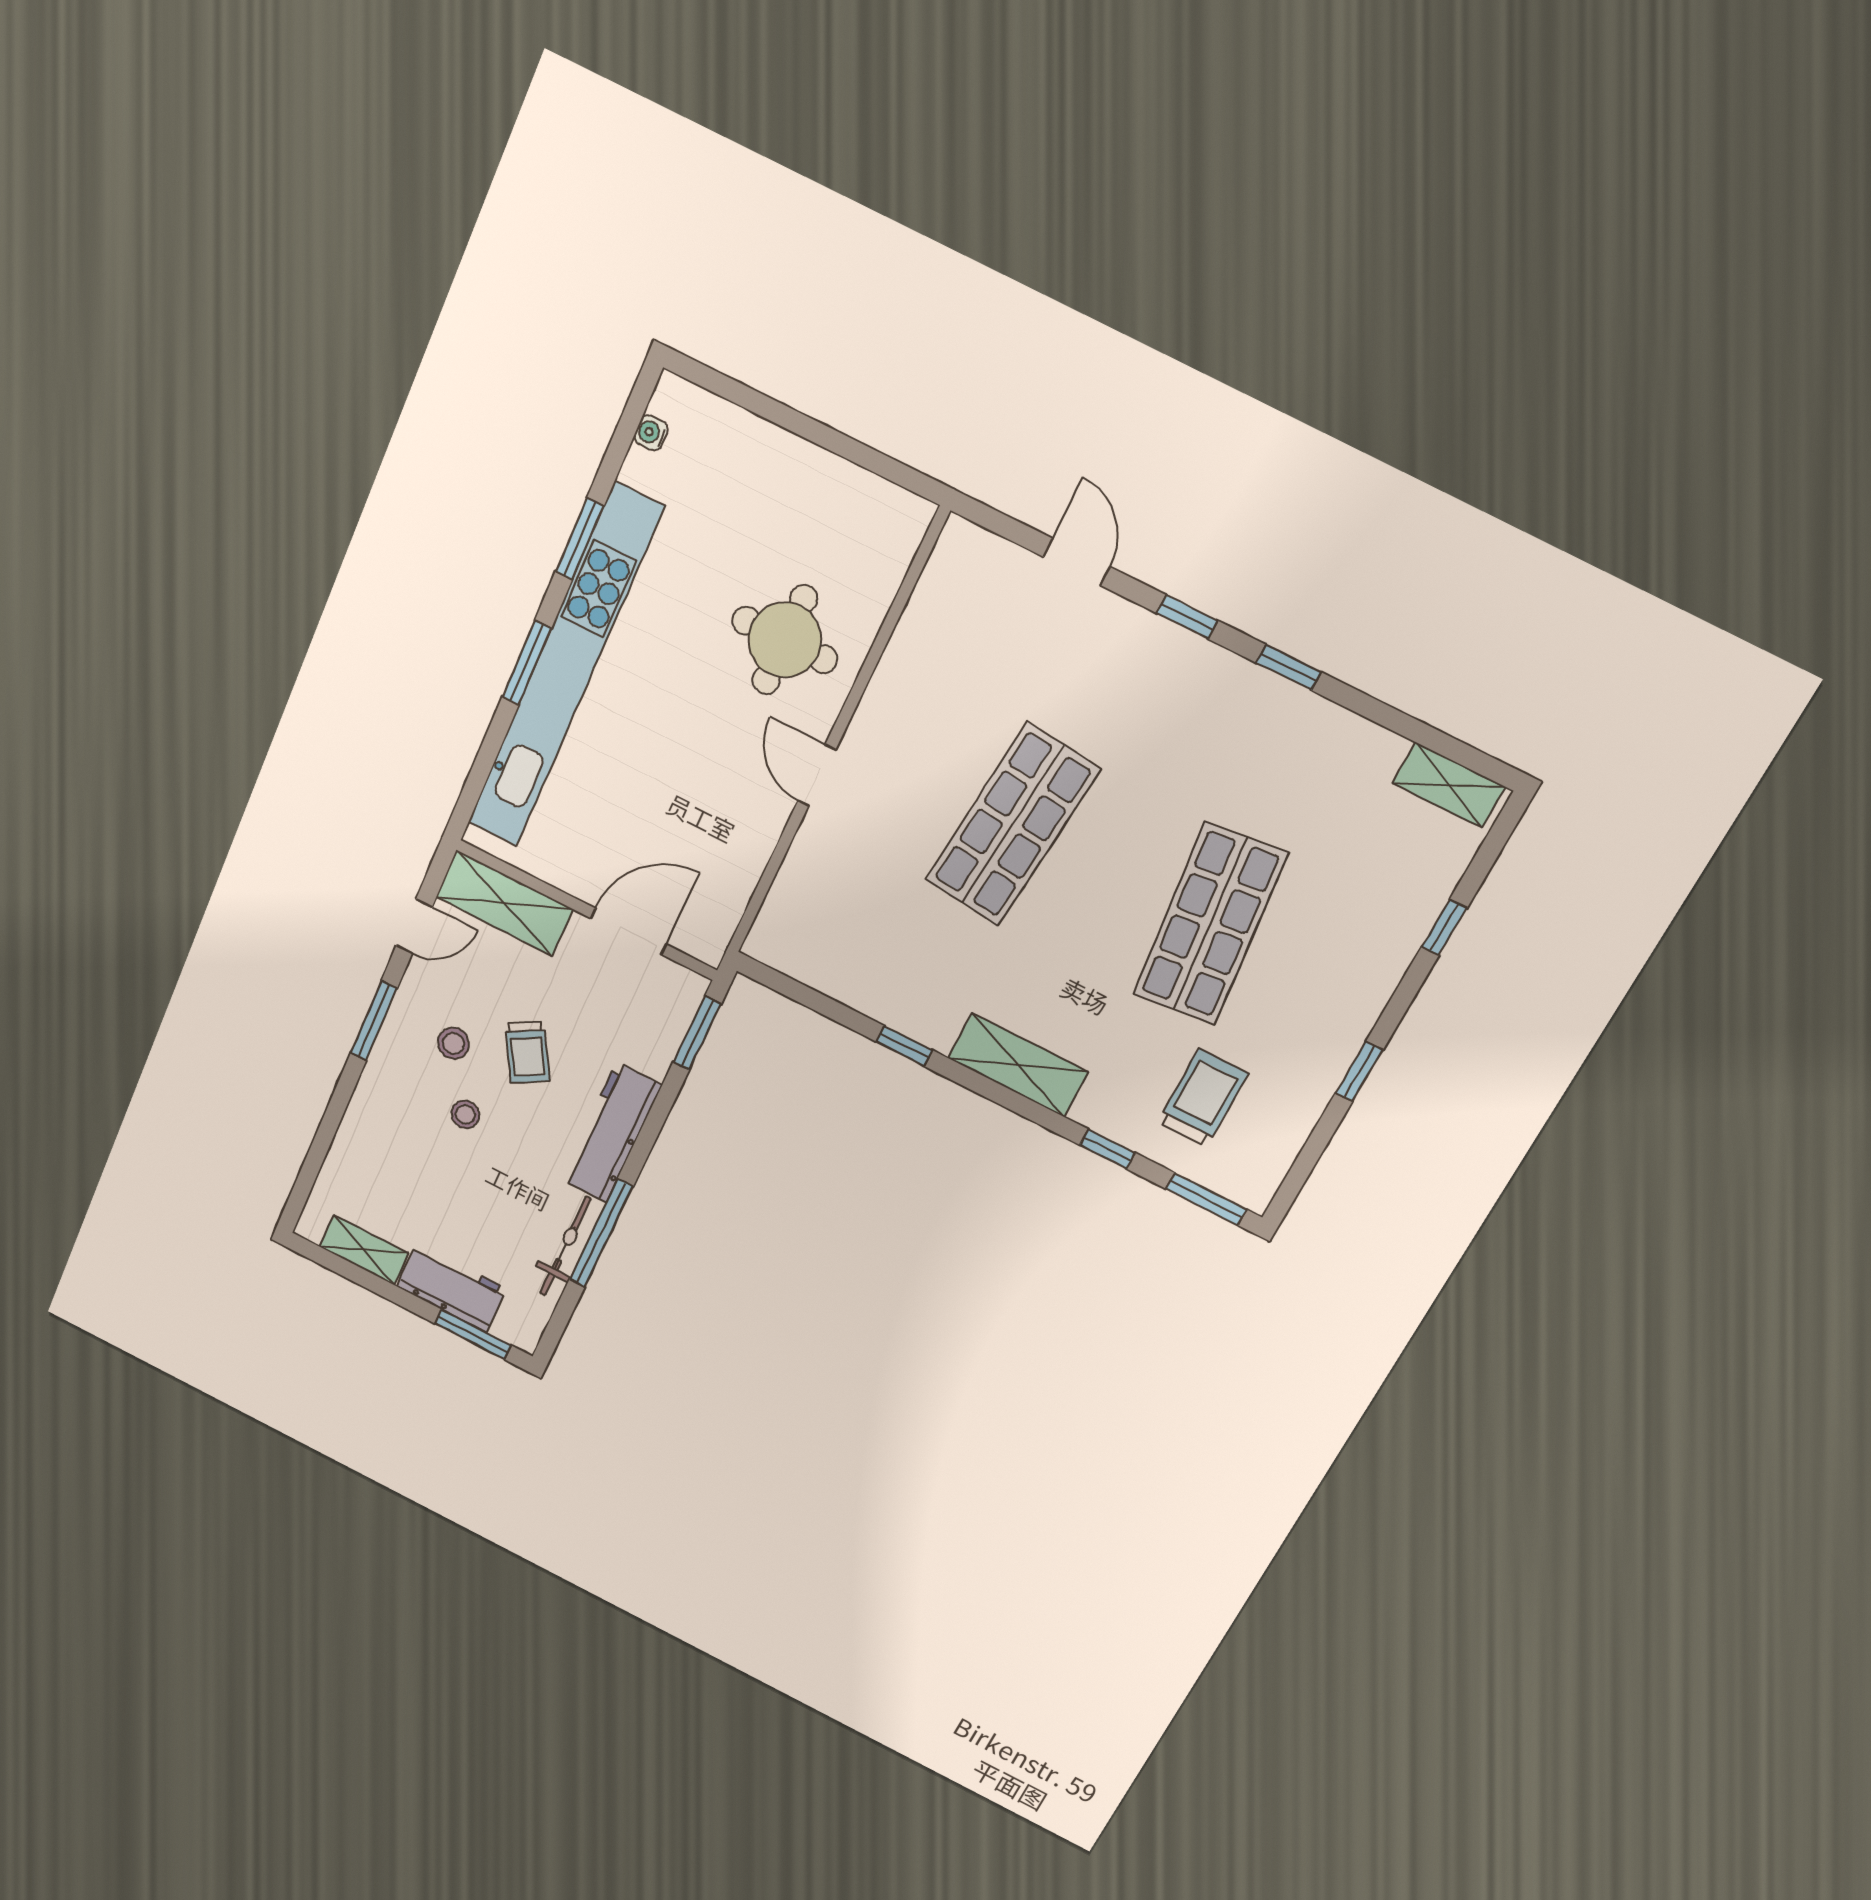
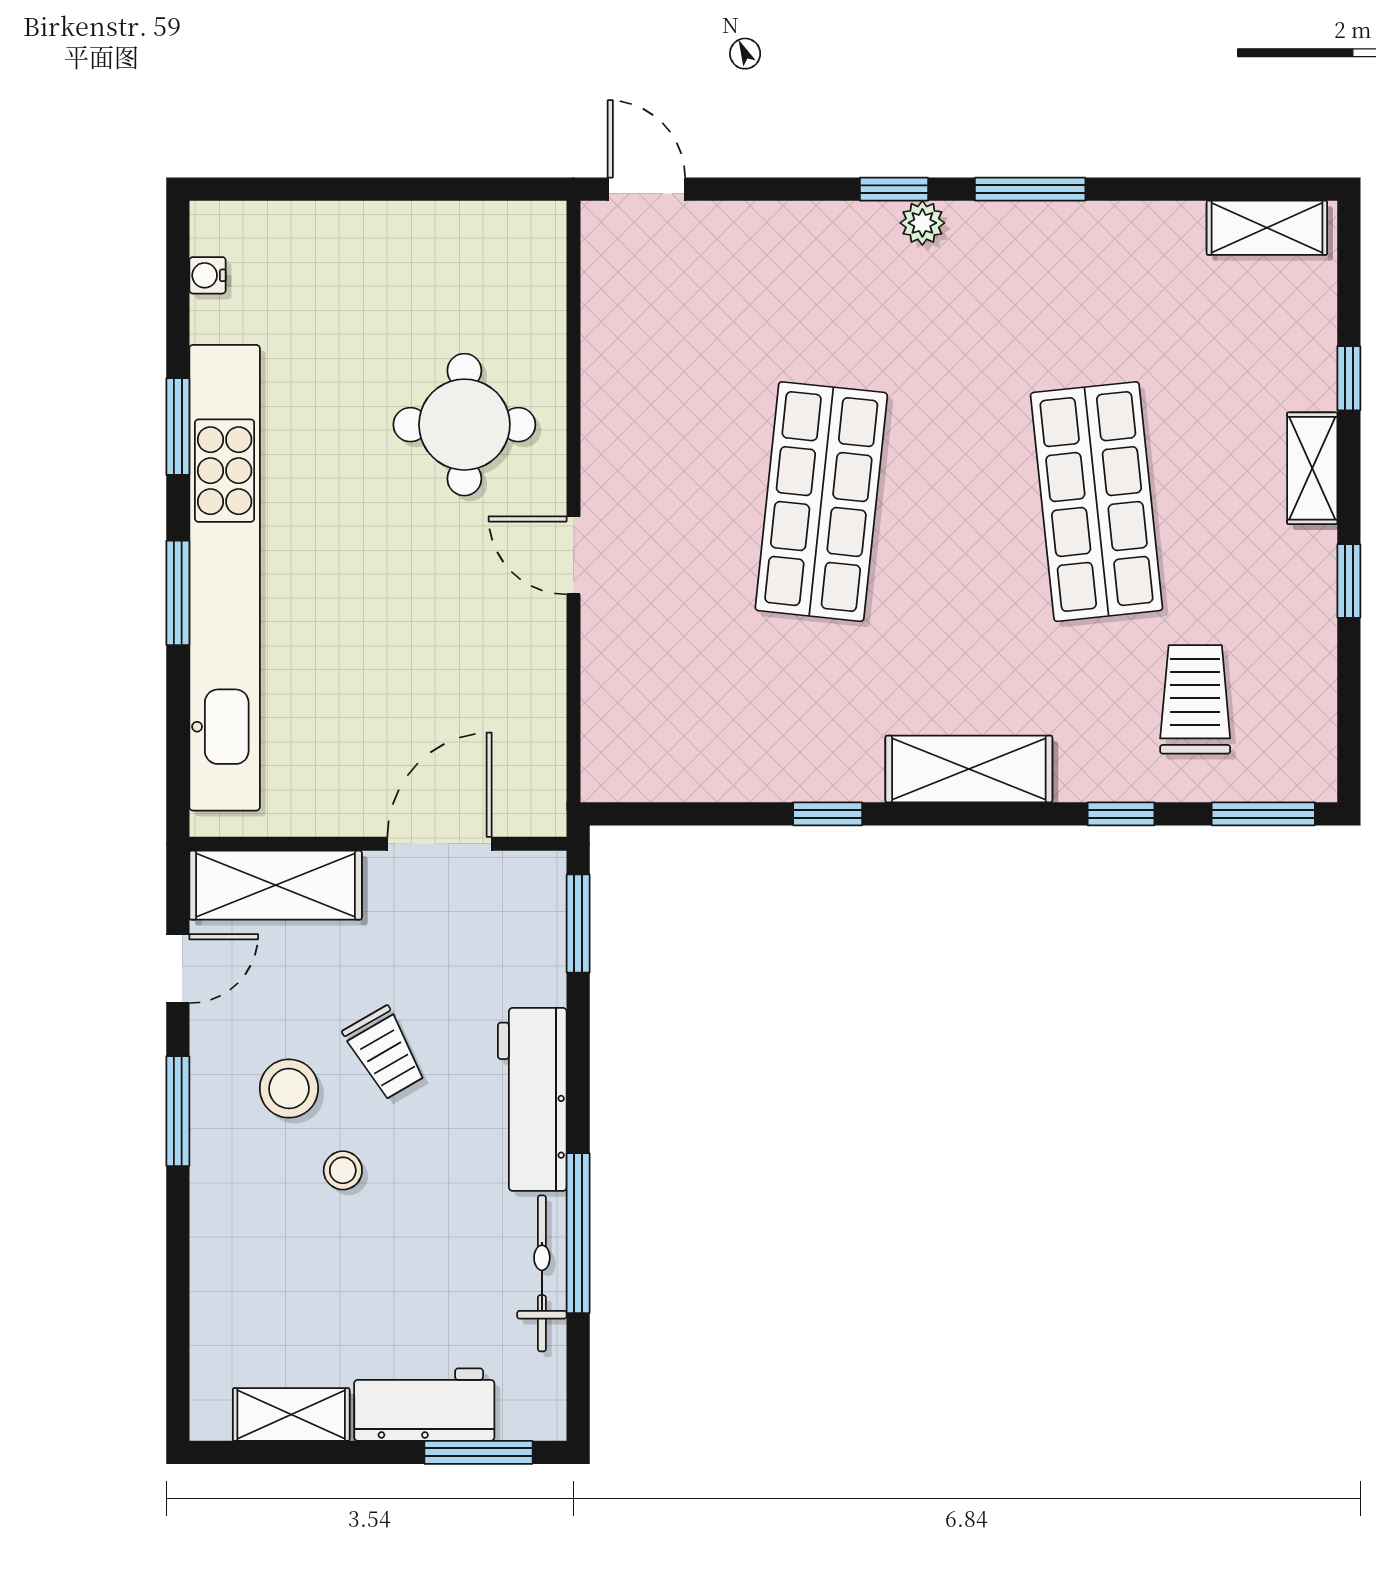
door: (1077, 562) -> (646, 189), moved
plant: (1194, 653) -> (922, 223), added
window: (1289, 667) -> (1030, 189), width x1.50
shelving: (1379, 979) -> (1312, 468), added
stool: (453, 1043) -> (289, 1089), width x1.37, depth x1.37

